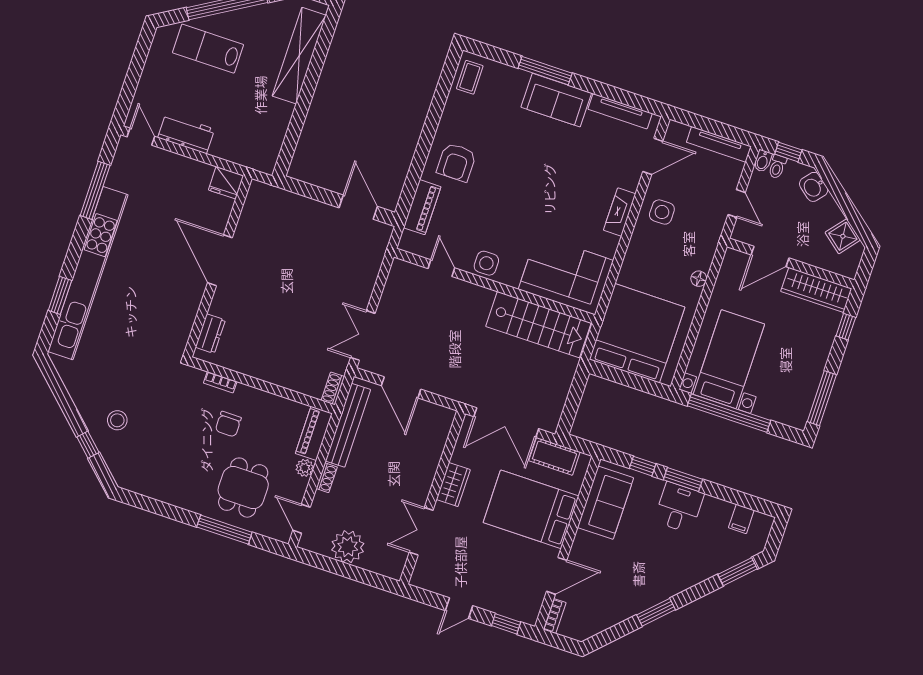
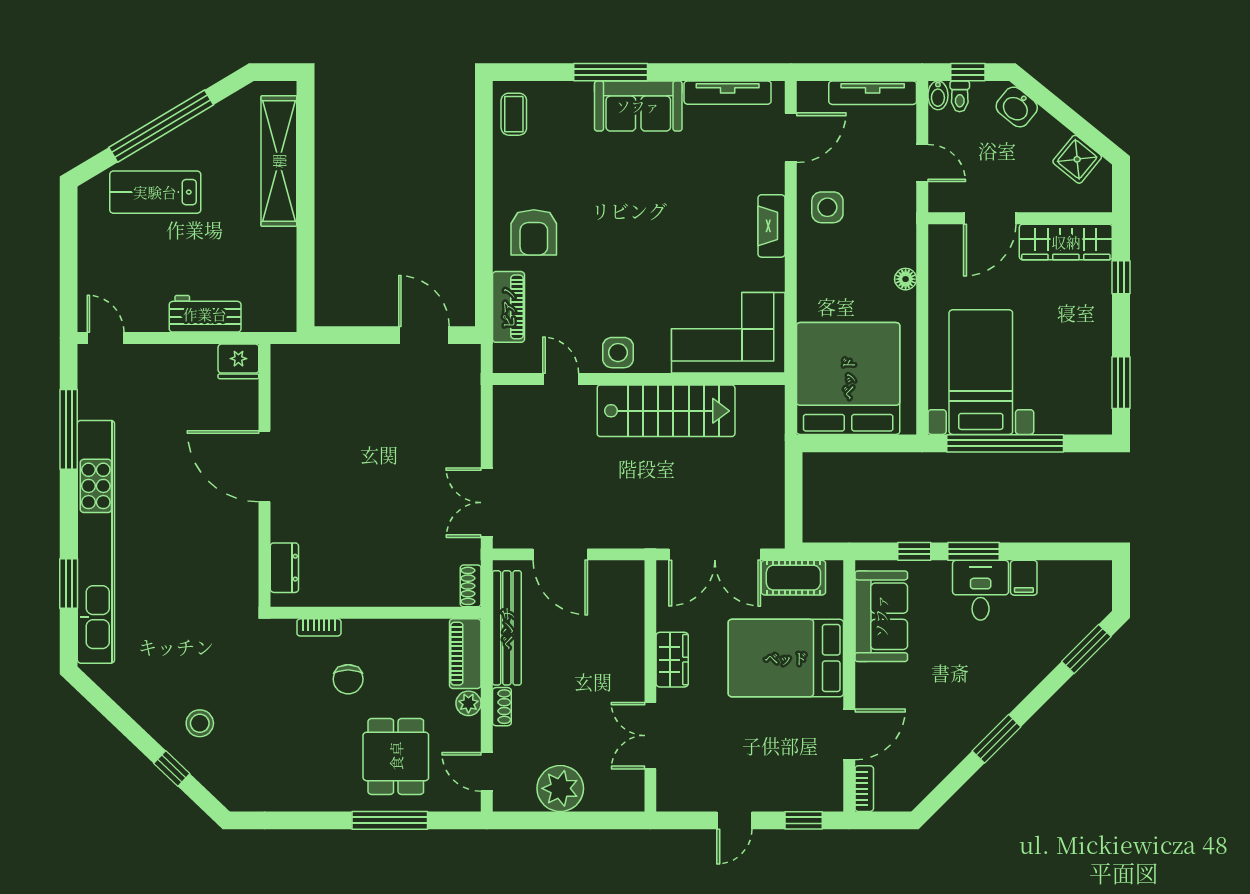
workbench: (186, 133) -> (205, 314), moved
stairs: (538, 325) -> (666, 411), moved
window: (822, 398) -> (1121, 383), width x0.69
filing cabinet: (741, 519) -> (1024, 578), moved

